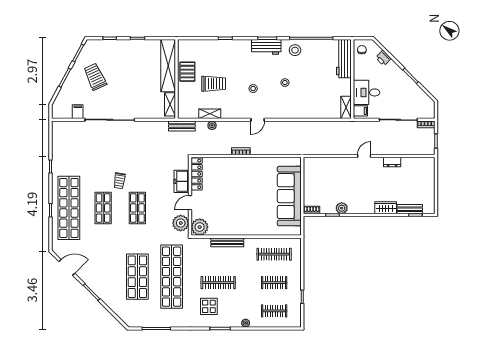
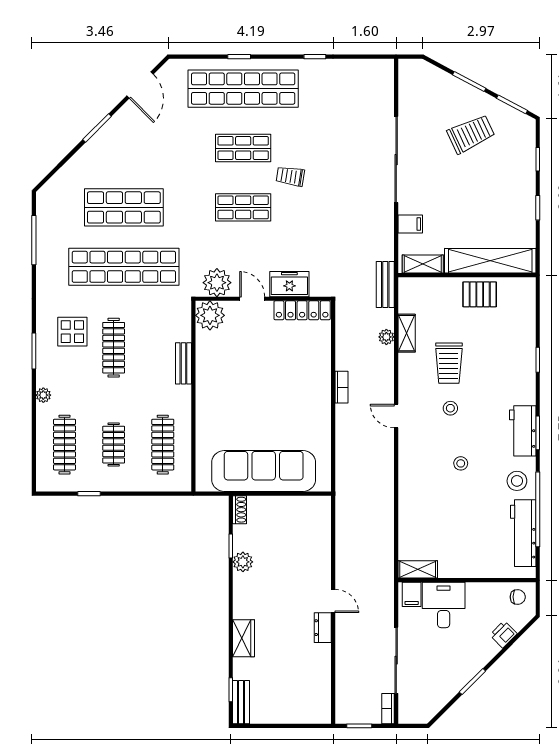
workbench: (344, 59) -> (523, 533), moved, turned -90
trolley: (214, 84) -> (449, 363), moved
filing cabinet: (78, 112) -> (410, 224), moved
dresser: (392, 162) -> (323, 628), moved
bench: (410, 209) -> (241, 702), moved
bench: (227, 242) -> (183, 363), width x0.73
clothes rail: (274, 311) -> (65, 445), width x1.36

